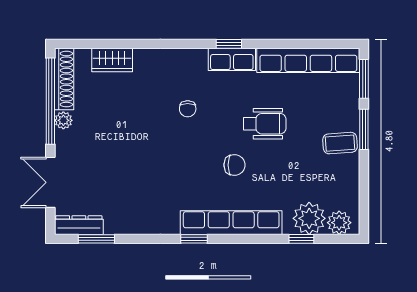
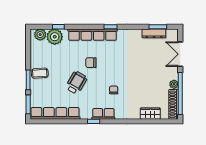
row of seats: (232, 59) -> (103, 114), moved
wheelchair: (265, 124) -> (76, 83), turned 120
double door: (50, 182) -> (180, 54), swing flipped
dresser: (79, 225) -> (154, 33), moved

